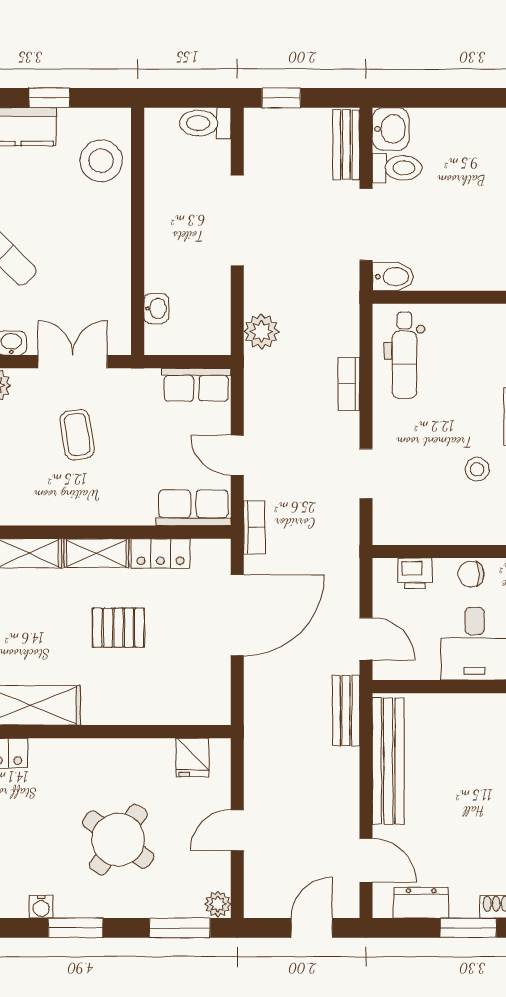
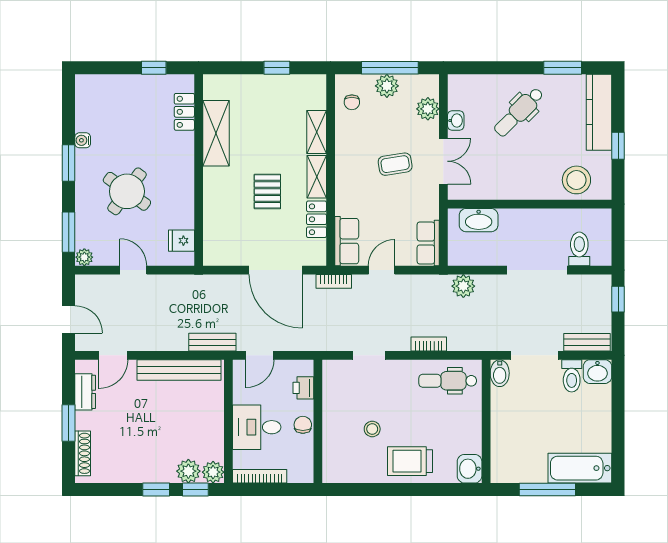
toilet: (205, 123) -> (579, 249), moved
washbasin: (156, 309) -> (479, 220), width x1.91, depth x1.45

